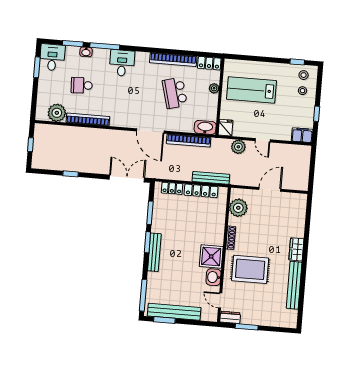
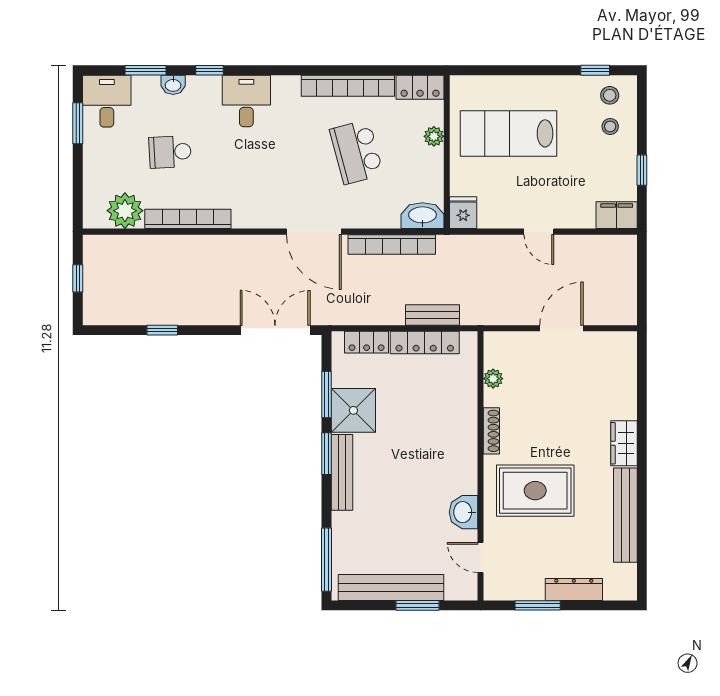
window: (105, 46) -> (209, 70), width x0.46
plant: (238, 147) -> (492, 249), removed
bench: (211, 178) -> (432, 315), width x0.73
plant: (238, 208) -> (493, 379), width x0.53, depth x0.53
shower: (211, 256) -> (353, 410), moved
dresser: (230, 317) -> (574, 589), moved, width x1.44
window: (164, 320) -> (417, 605), moved

